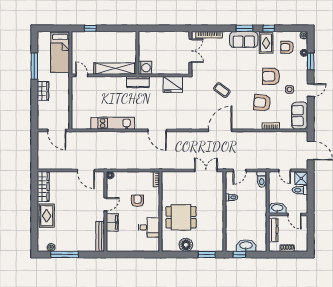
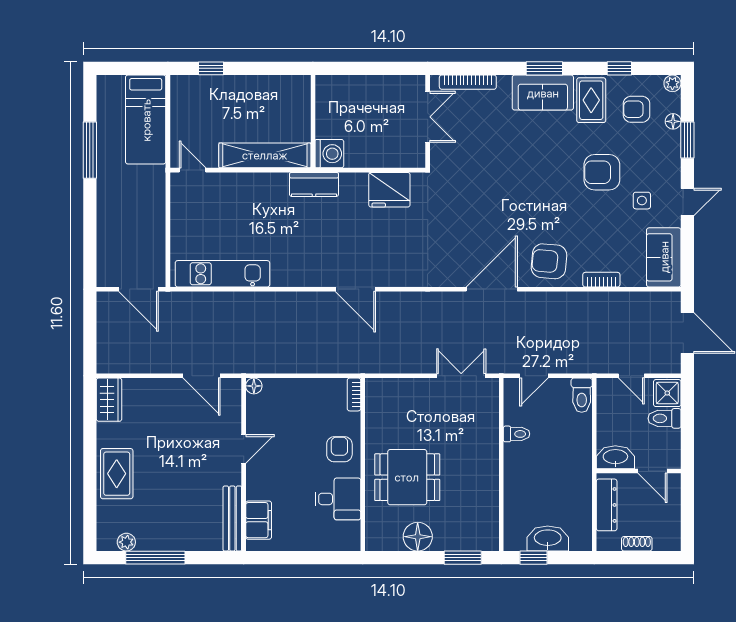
window: (269, 28) -> (619, 68), moved
coffee table: (222, 90) -> (496, 202), removed
wardrobe: (43, 91) -> (109, 204), removed
armchair: (262, 103) -> (549, 261), moved
kitchen unit: (113, 123) -> (222, 274), moved
wardrobe: (43, 187) -> (109, 400), width x0.67
armchair: (137, 201) -> (339, 449), moved
filing cabinet: (112, 222) -> (259, 520), moved

